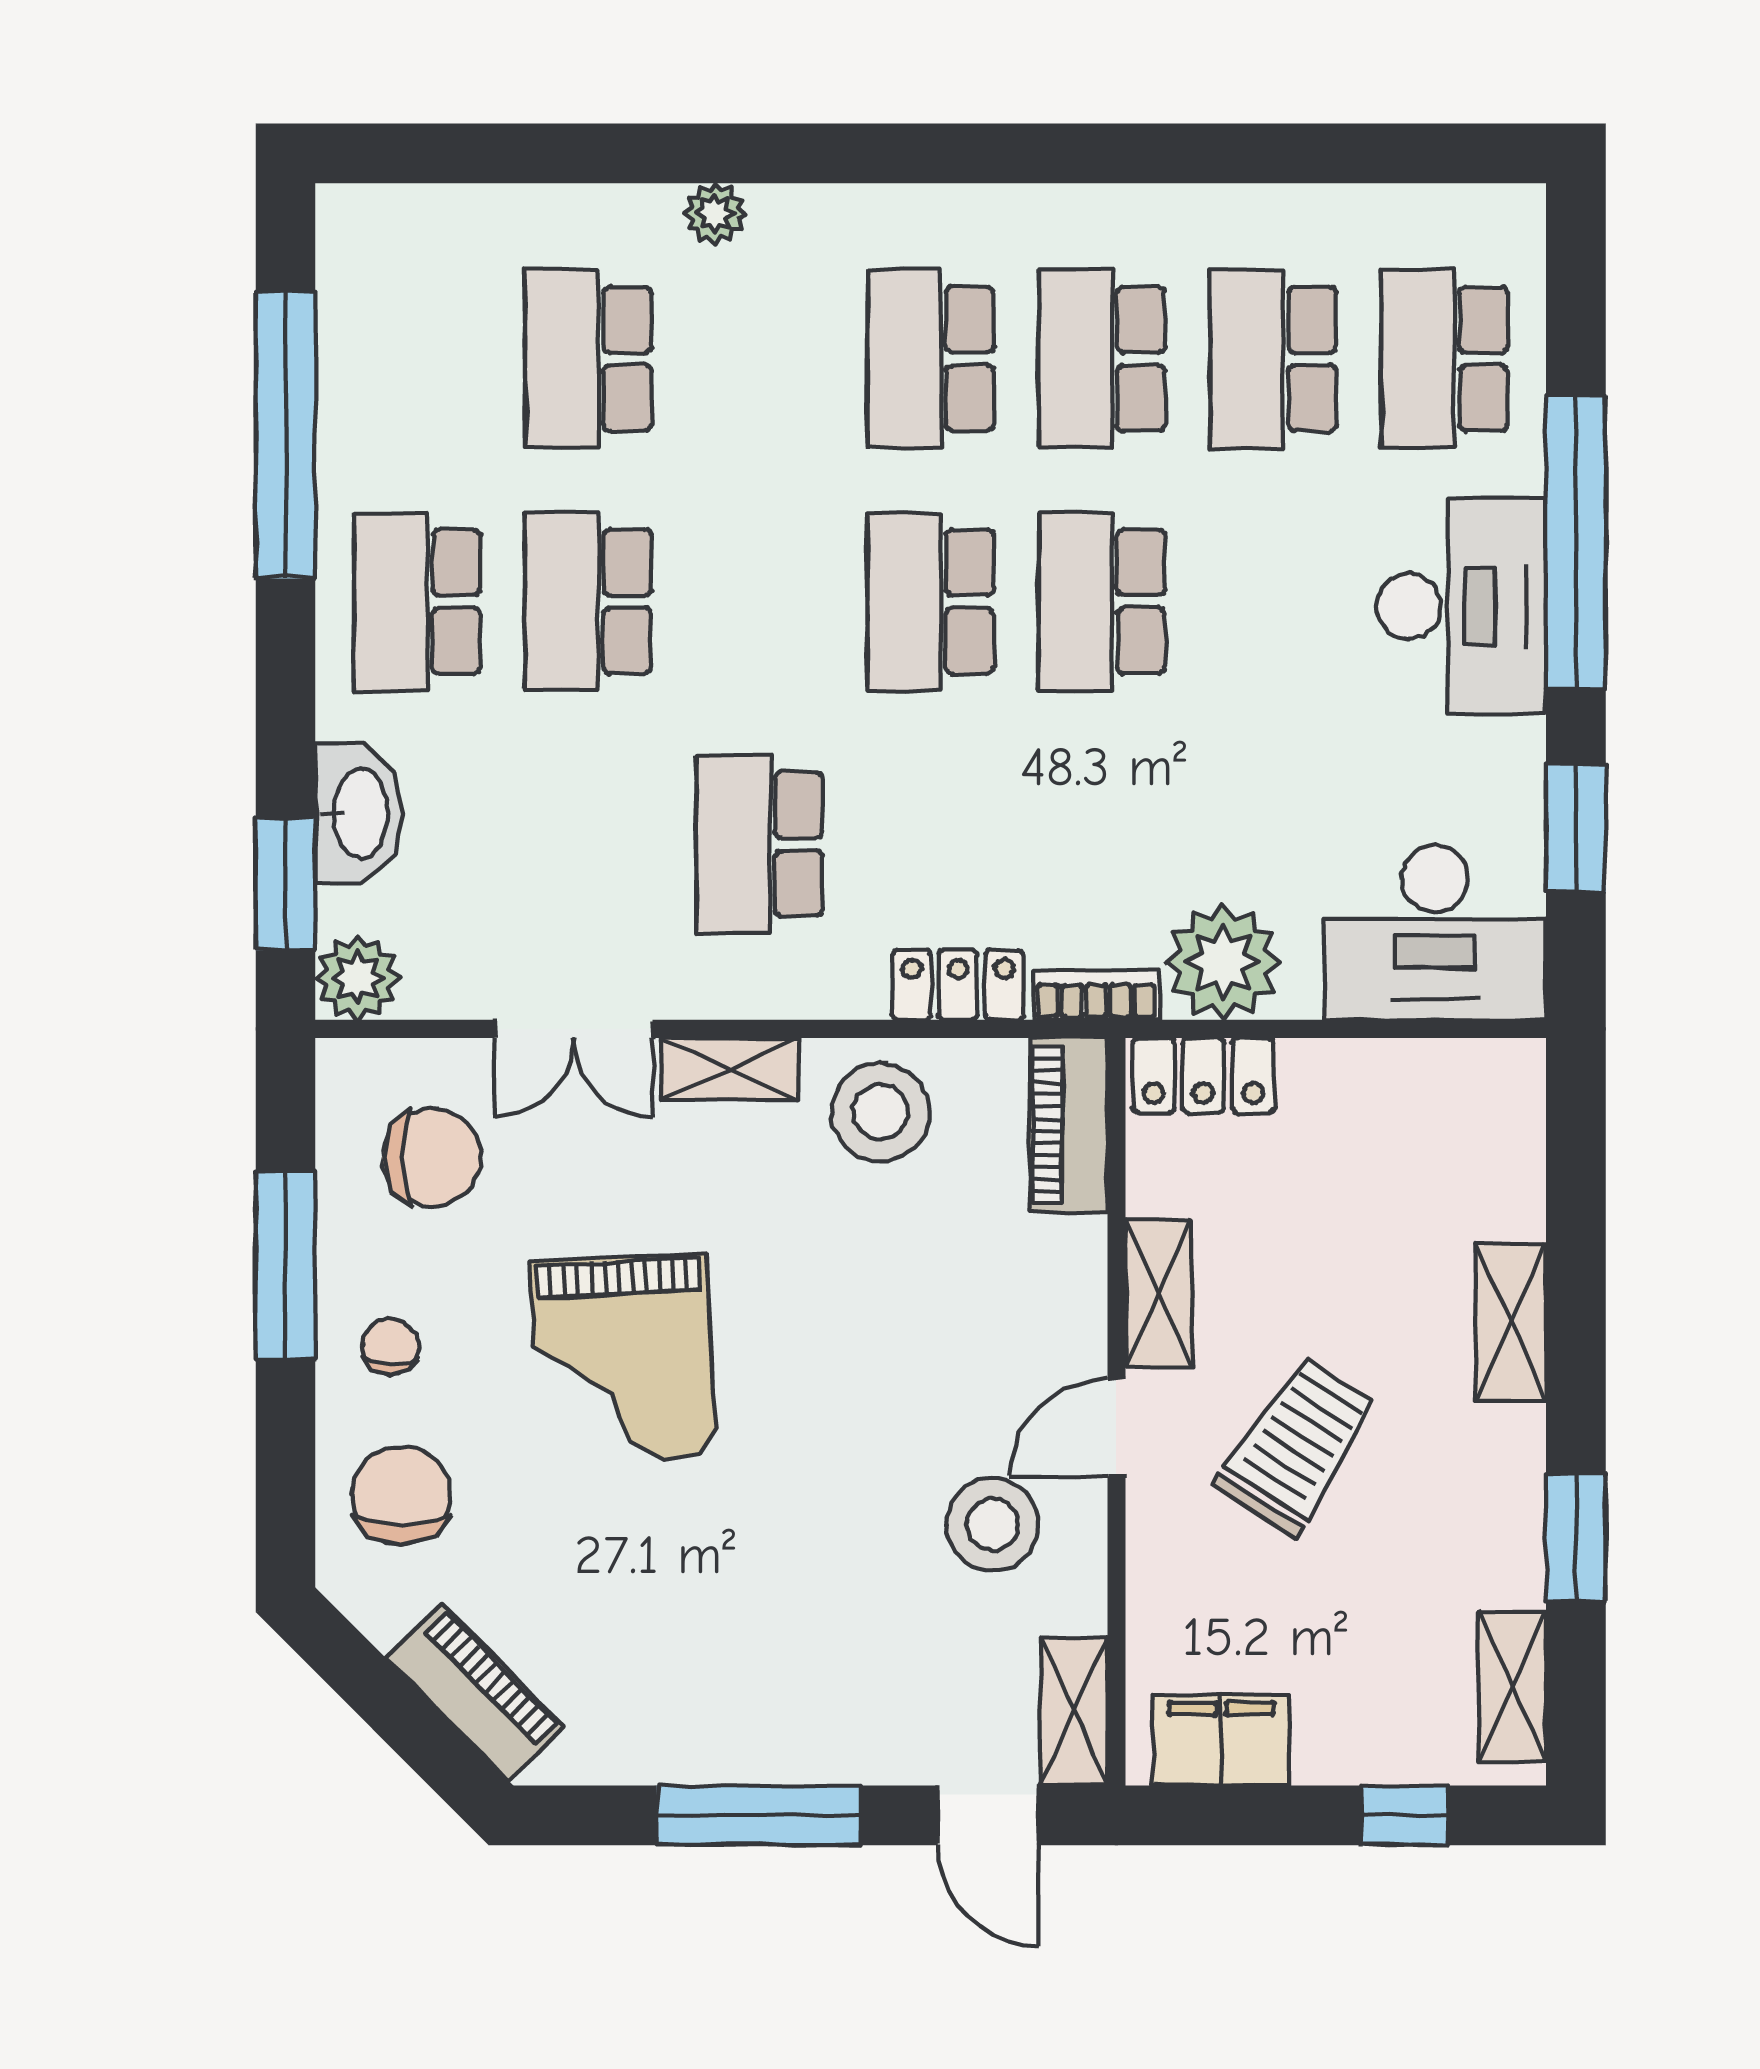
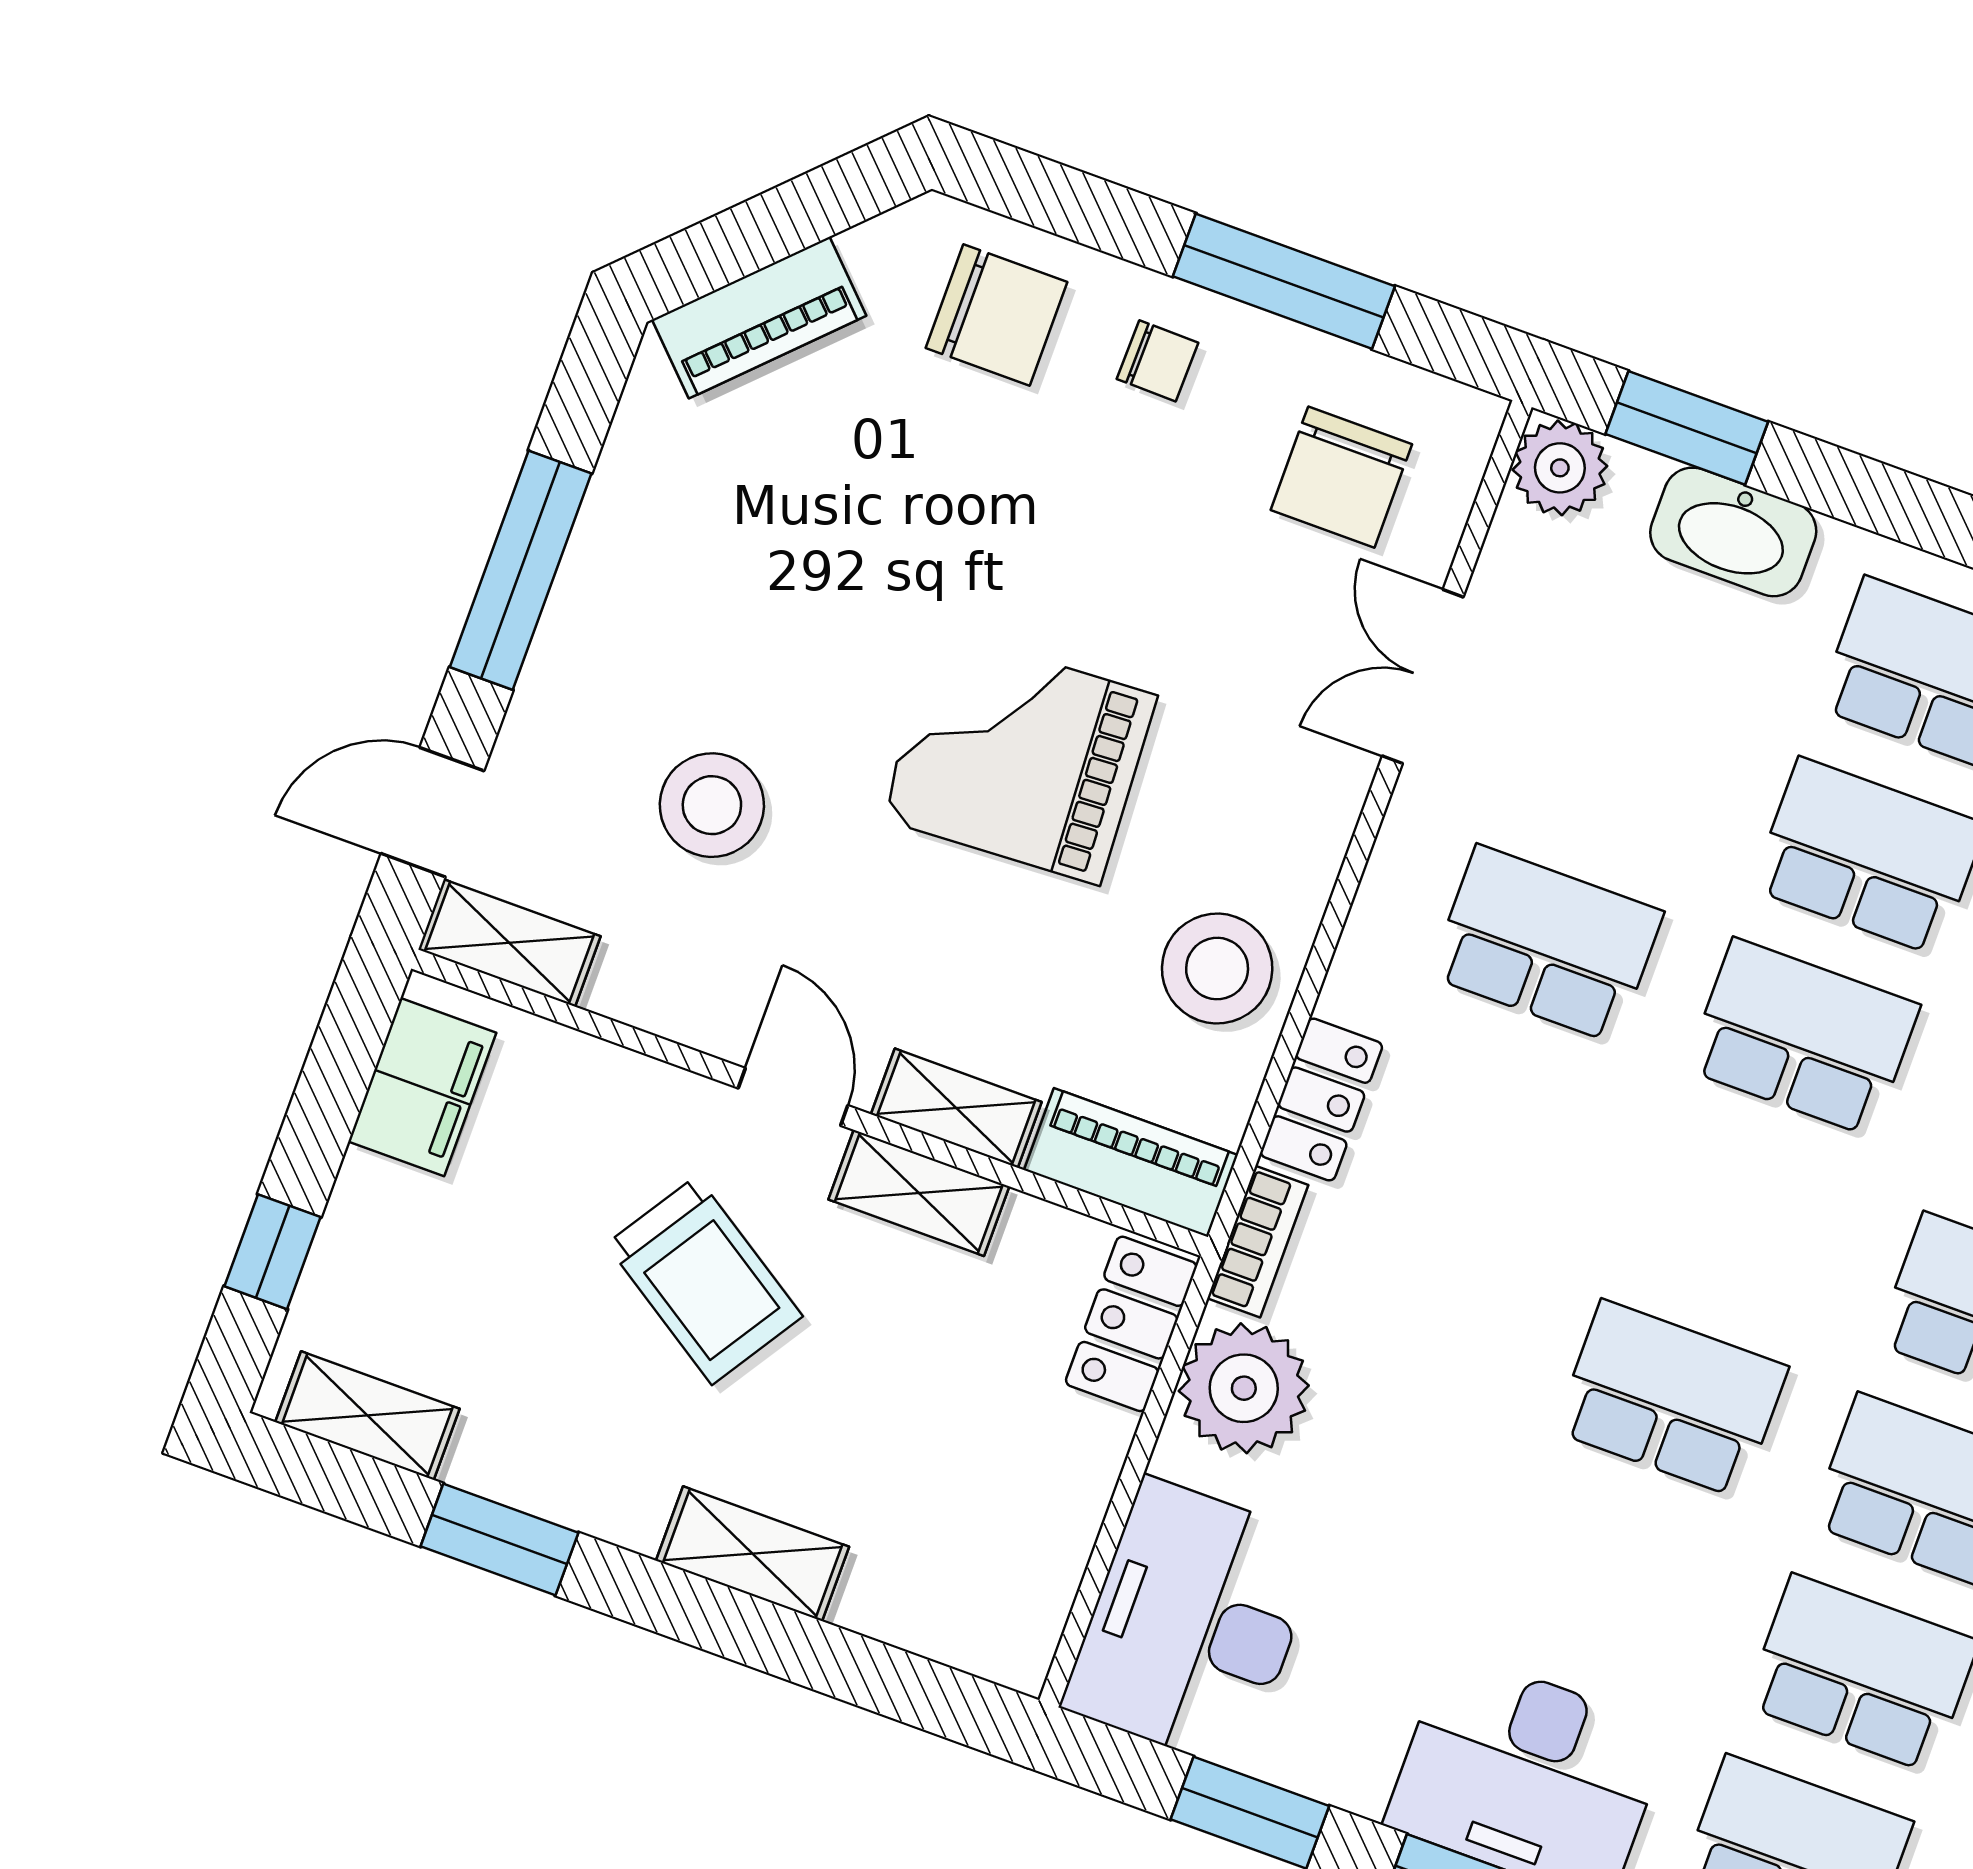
school desk: (931, 602) -> (1803, 1037), moved
shelving: (729, 1069) -> (956, 1108), moved, turned 90
grand piano: (623, 1359) -> (1019, 757), moved
stool: (992, 1524) -> (712, 805), moved

